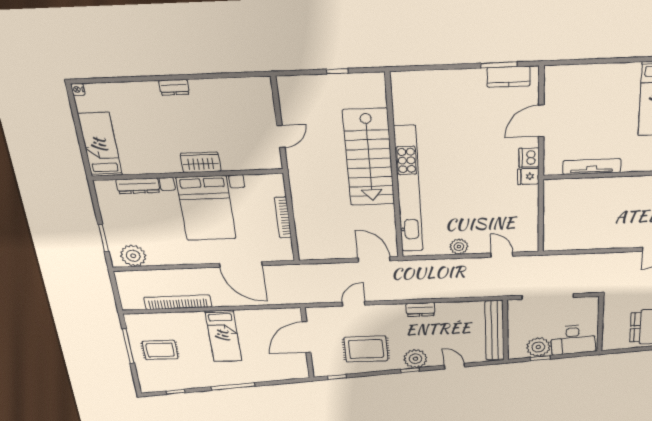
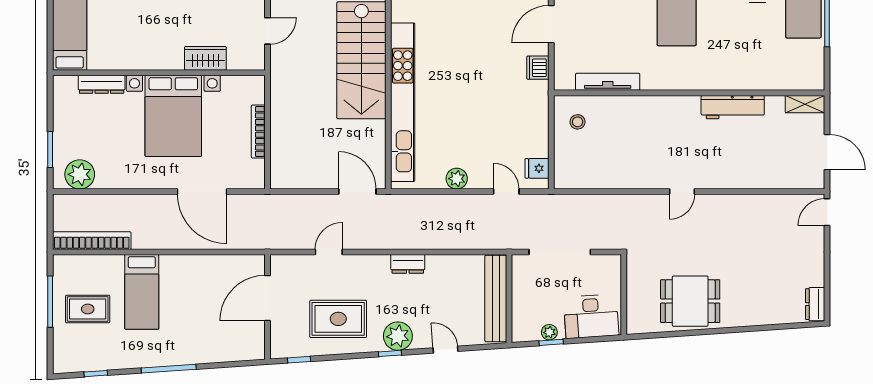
wardrobe: (201, 162) -> (205, 58), moved
fridge: (528, 176) -> (537, 168), moved
stool: (564, 199) -> (578, 122), added
bookcase: (178, 302) -> (92, 241), moved
bed: (223, 336) -> (142, 292), moved
plant: (538, 347) -> (549, 332), width x0.53, depth x0.53

